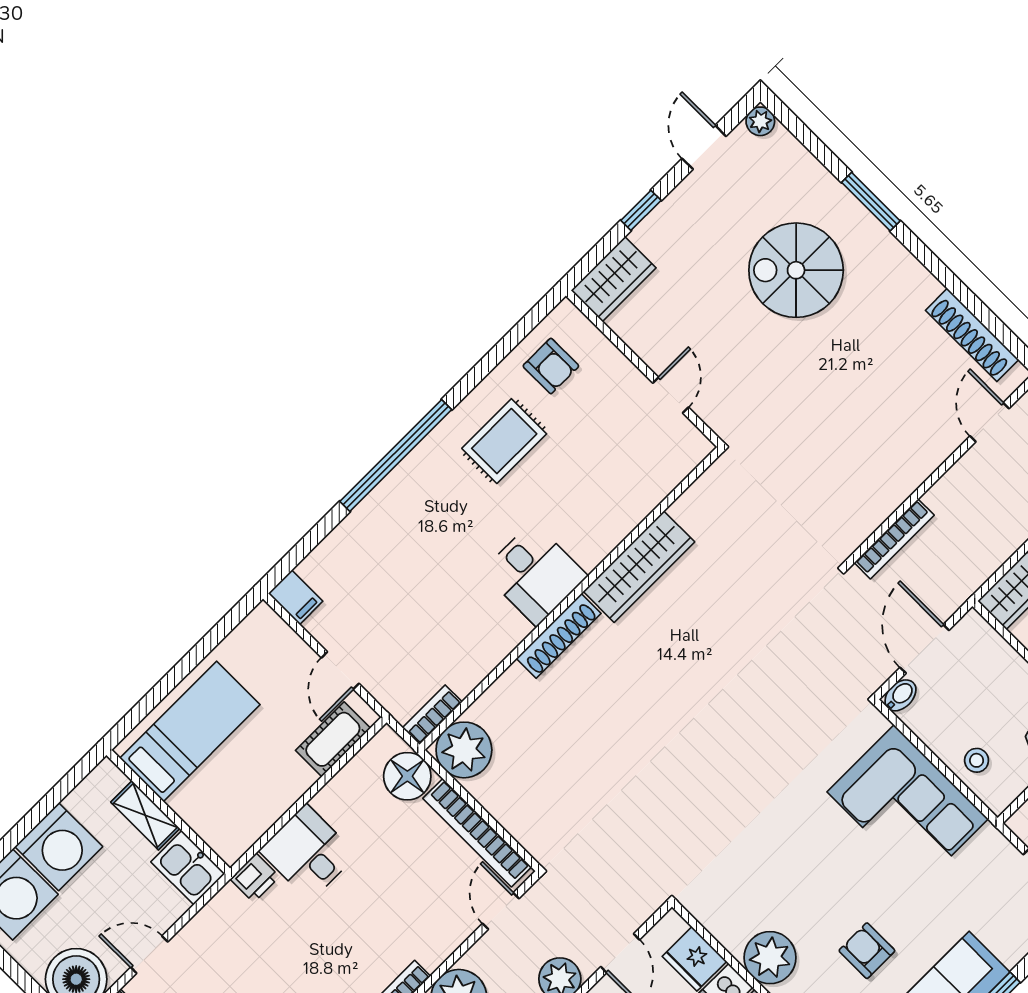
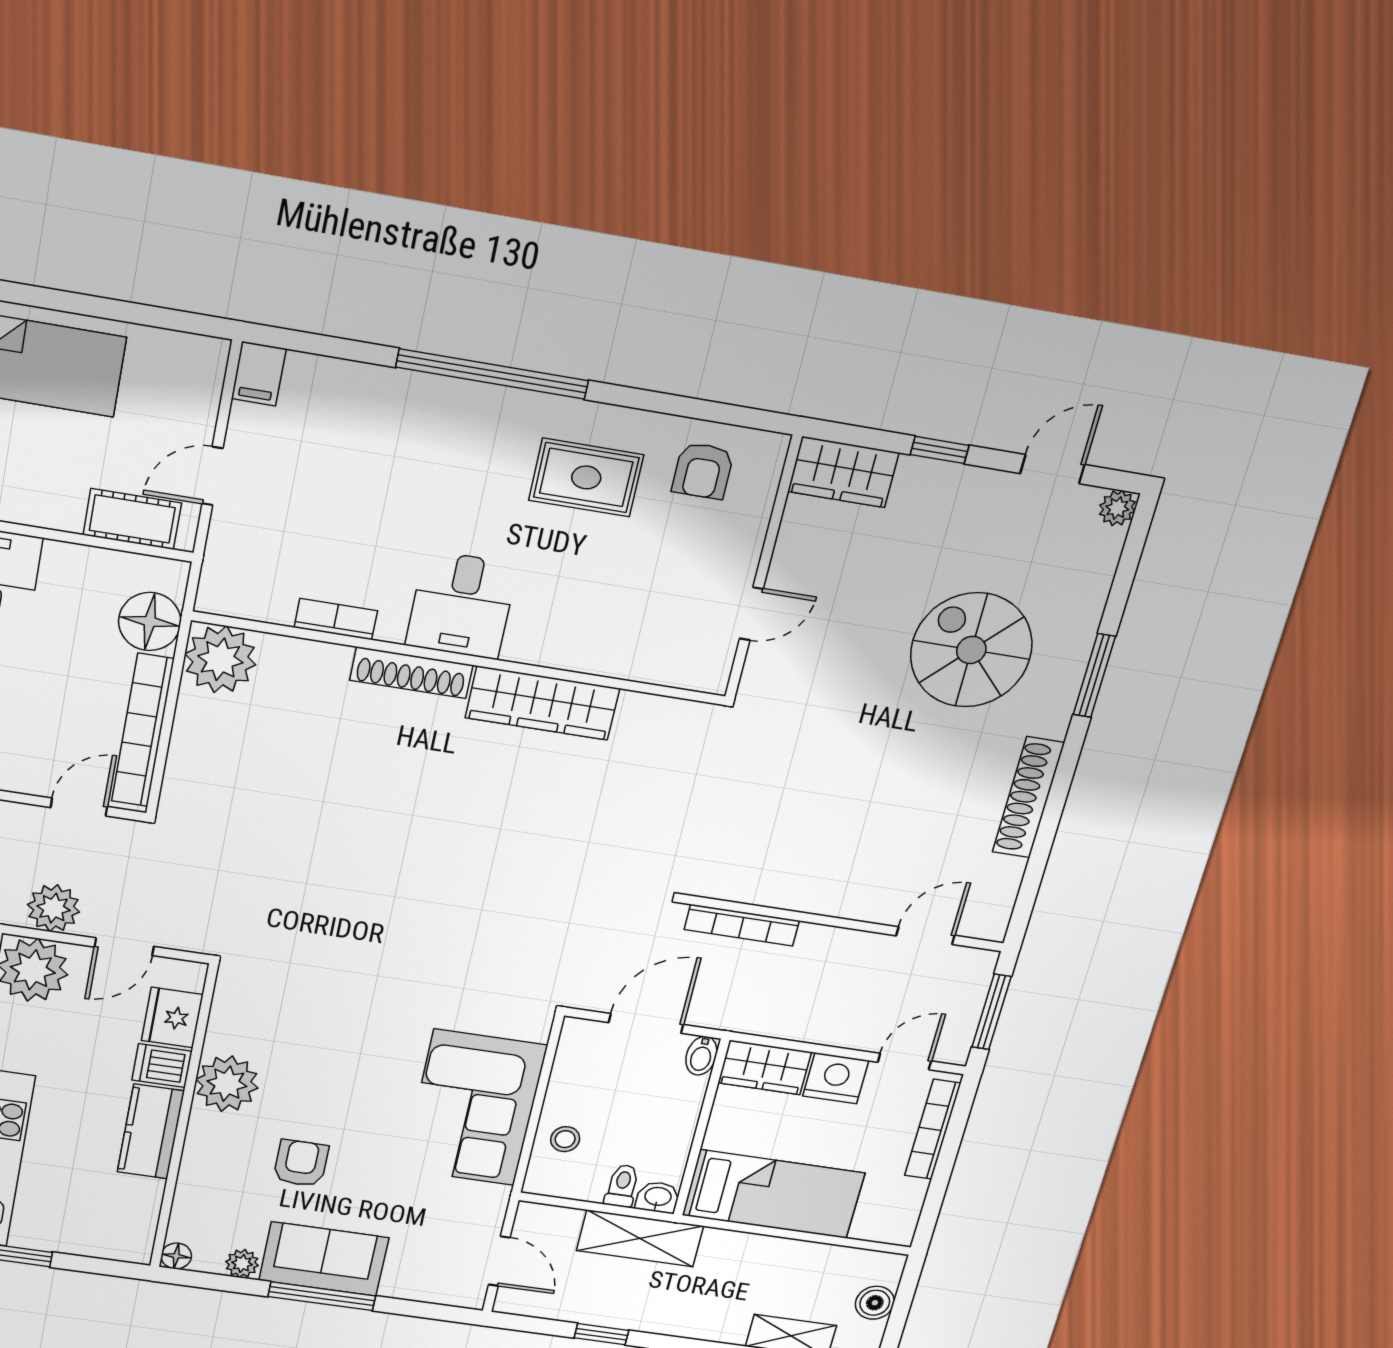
shoe rack: (972, 335) -> (1028, 797), moved
bidet: (900, 695) -> (701, 1056), moved, turned 90
bookcase: (432, 715) -> (336, 619), moved

